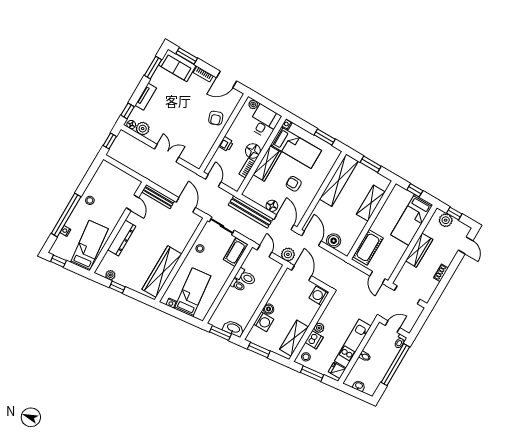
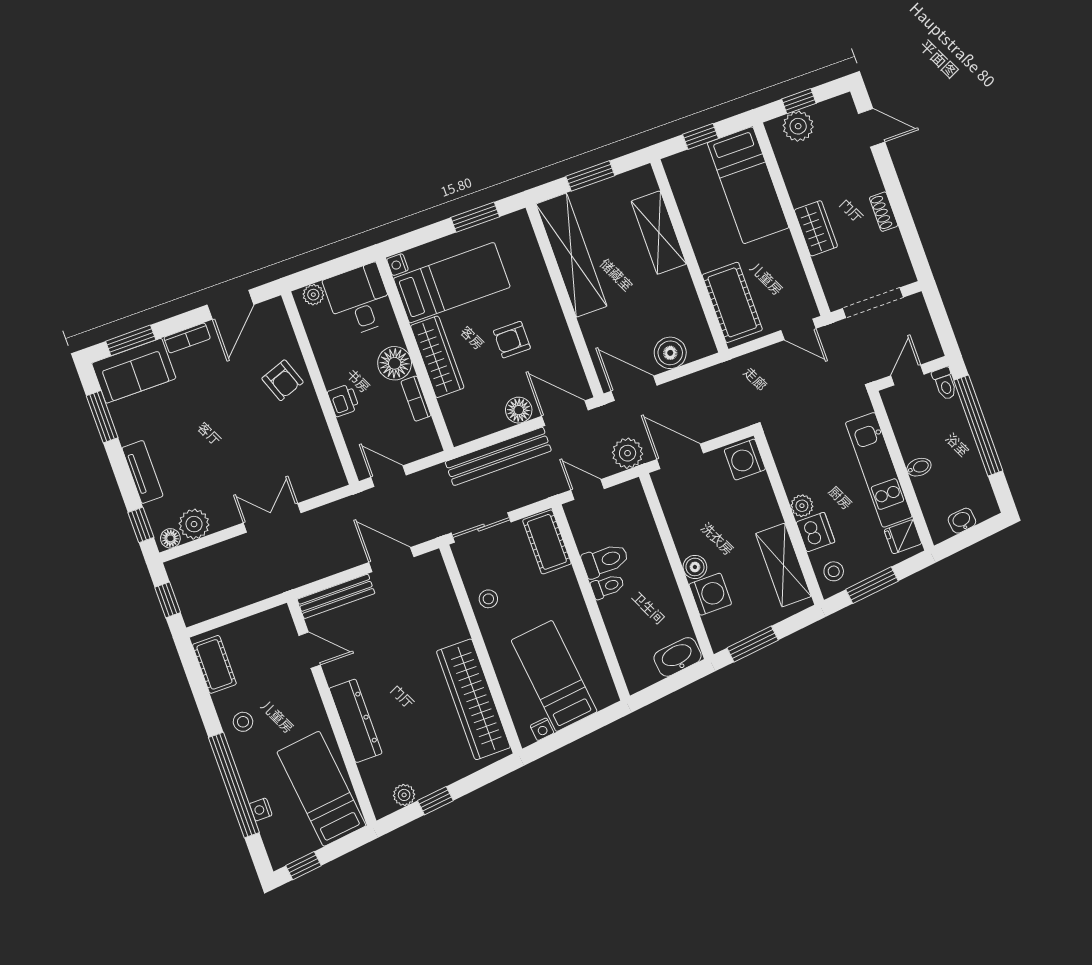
cot: (101, 175) -> (214, 664), added
wardrobe: (419, 250) -> (816, 228), width x0.67
window: (220, 333) -> (667, 686), removed

